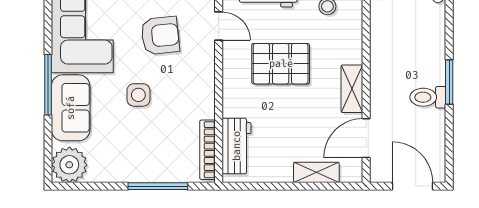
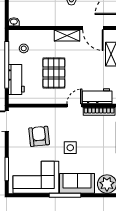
door: (219, 26) -> (74, 106), moved

